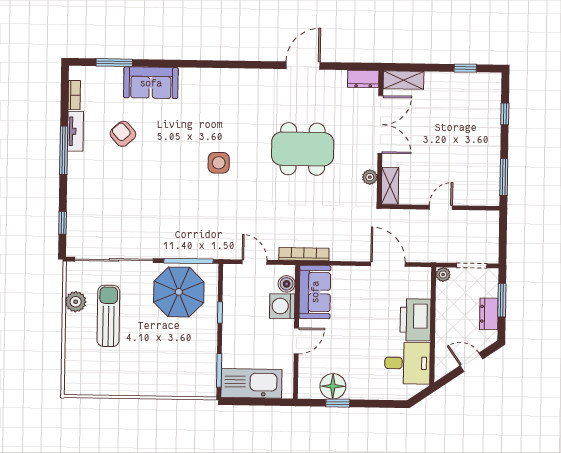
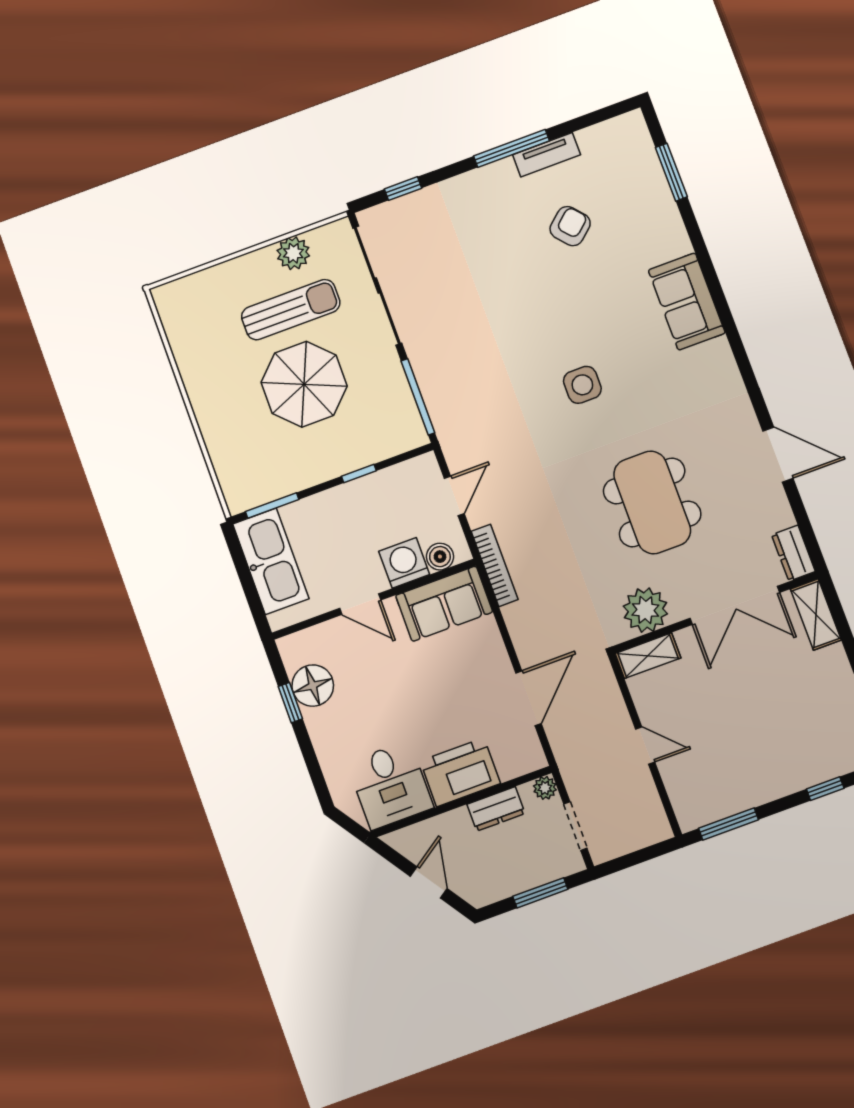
sofa: (151, 83) -> (687, 301), moved
bookcase: (74, 95) -> (600, 132), removed
plant: (370, 177) -> (645, 610), width x1.88, depth x1.88
parasol: (179, 292) -> (304, 384), moved
dresser: (489, 314) -> (496, 809), moved, turned 180

